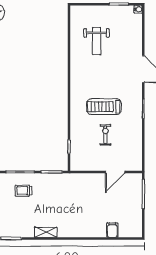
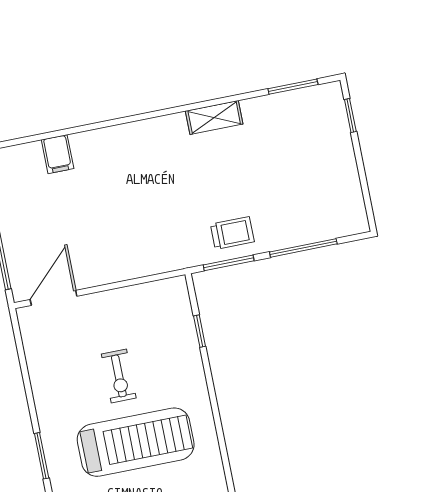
treadmill: (104, 107) -> (136, 442), width x1.37, depth x1.38
door: (115, 172) -> (54, 298), moved
trolley: (23, 191) -> (232, 233), moved

